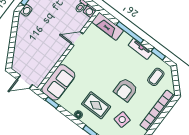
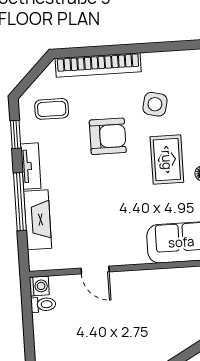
fireplace: (108, 26) -> (38, 220), moved

